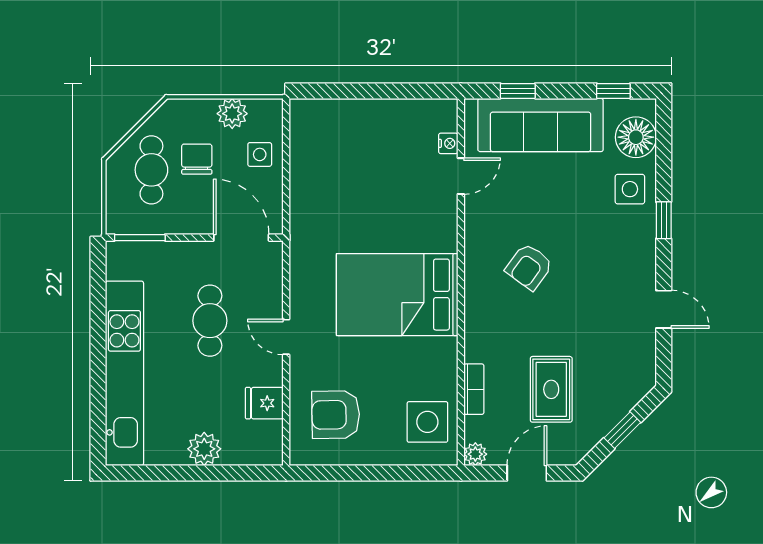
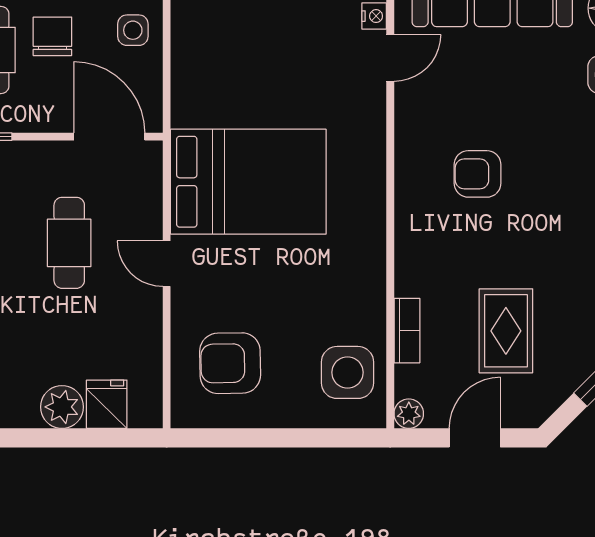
armchair: (529, 267) -> (478, 174), turned 54
bed: (397, 295) -> (248, 182), moved, turned 180
fridge: (264, 403) -> (107, 404), moved, turned 90

